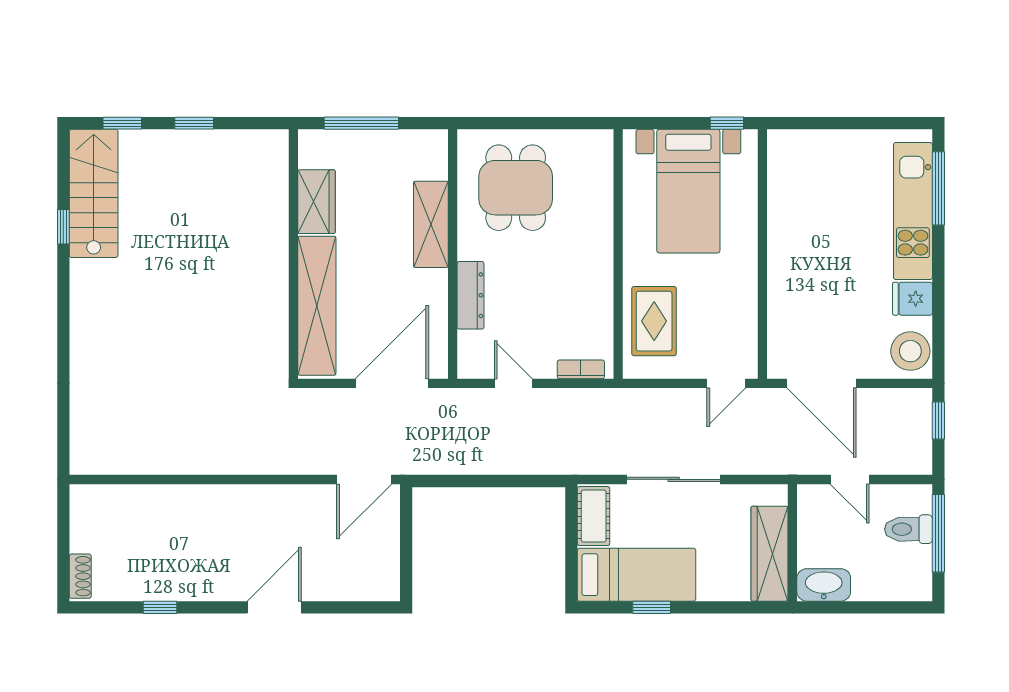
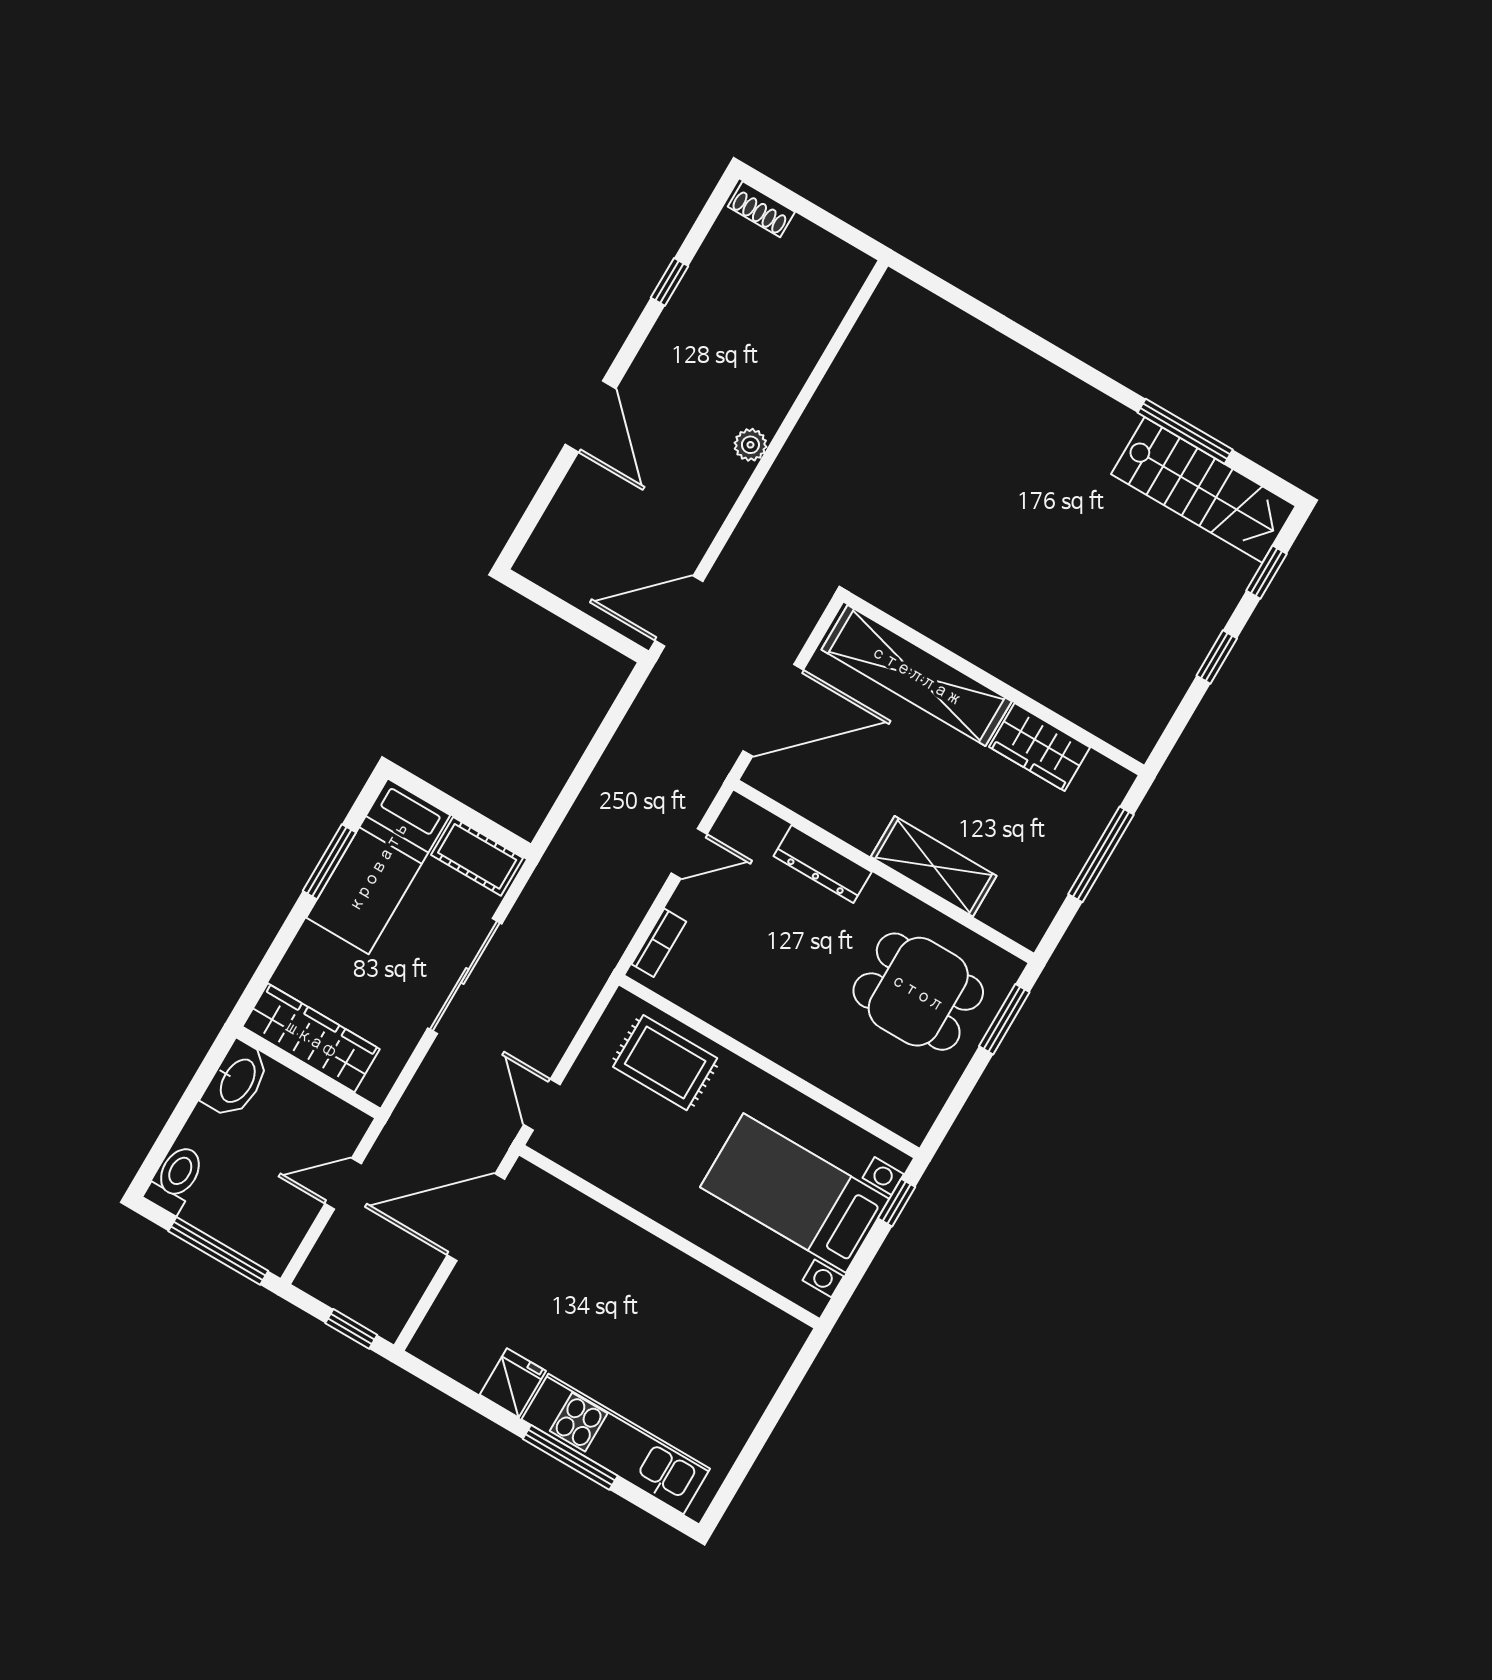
window: (501, 123) -> (1004, 1019), added
window: (727, 123) -> (897, 1203), moved
window: (938, 188) -> (570, 1457), moved
window: (63, 227) -> (1185, 431), width x2.17
stool: (910, 351) -> (452, 1344), removed
door: (392, 383) -> (773, 710), hinge flipped
door: (364, 479) -> (679, 611), hinge flipped
plant: (233, 496) -> (750, 445), added
toilet: (908, 529) -> (176, 1179), moved
window: (652, 607) -> (329, 862), width x1.50

